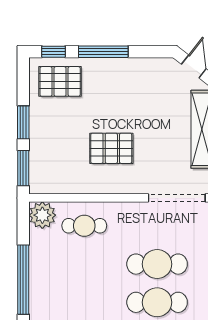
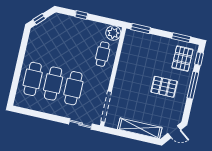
window: (23, 122) -> (181, 38), moved
pallet: (111, 148) -> (164, 87), moved, turned 90
window: (23, 280) -> (81, 15), width x0.32

